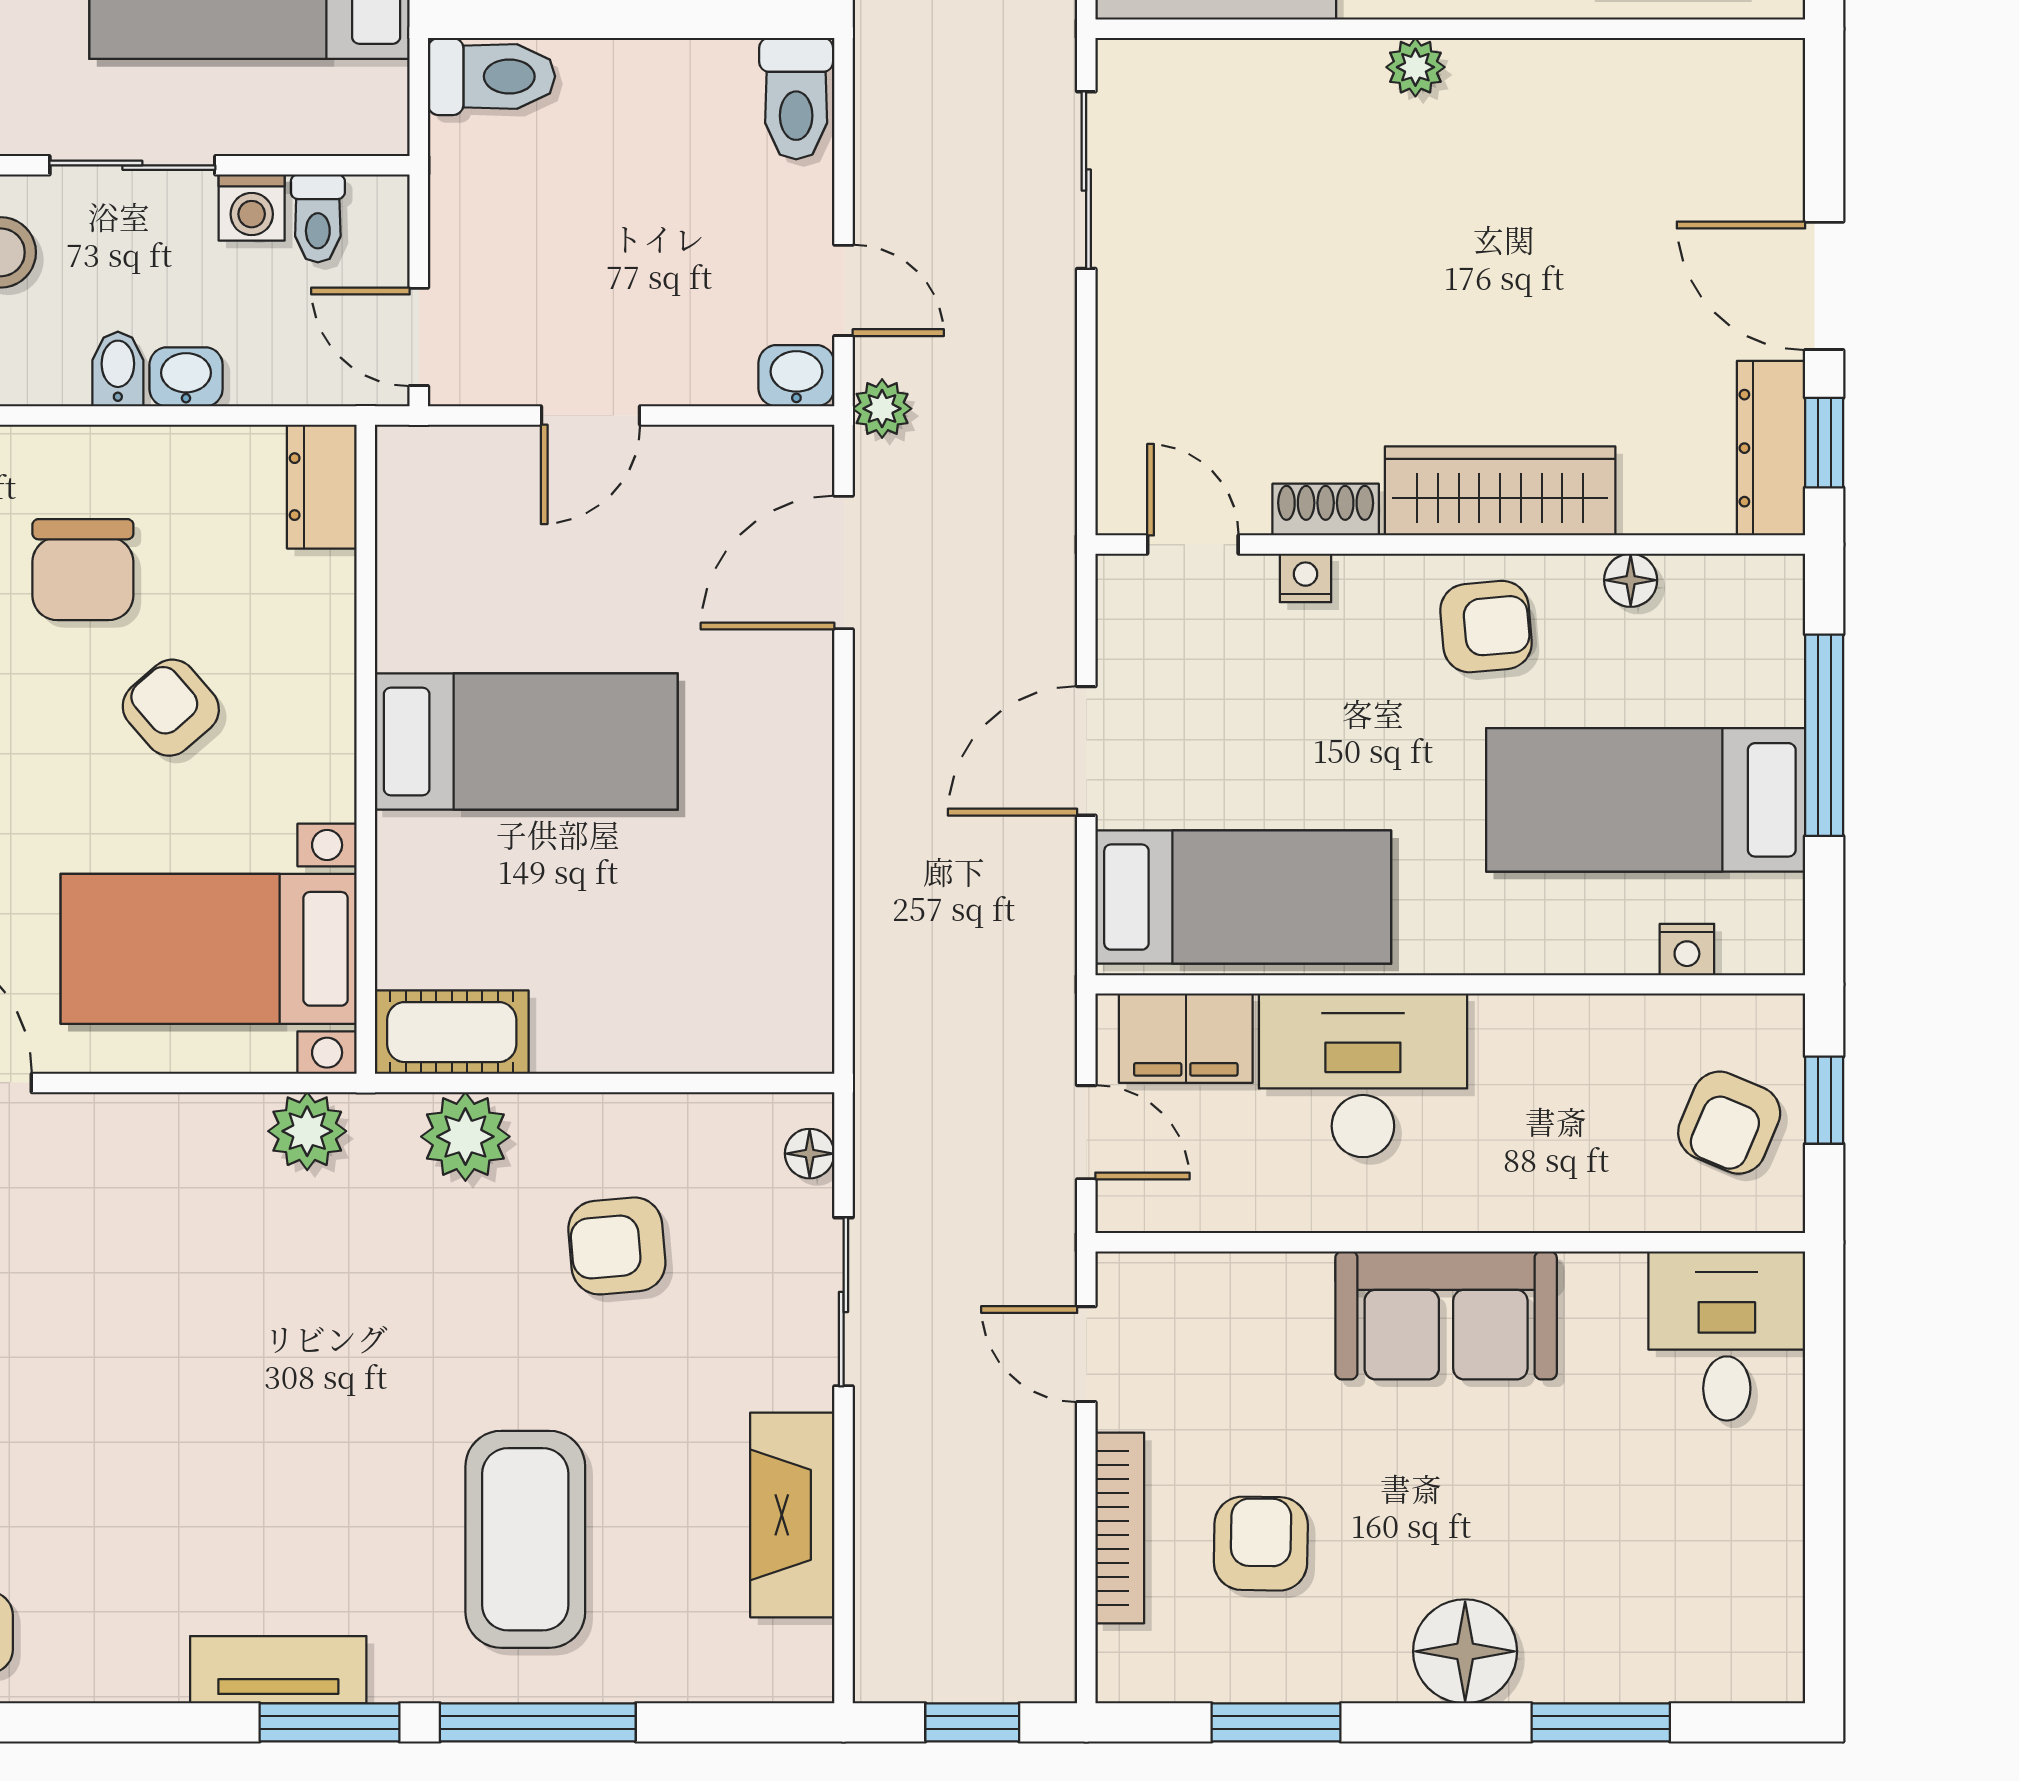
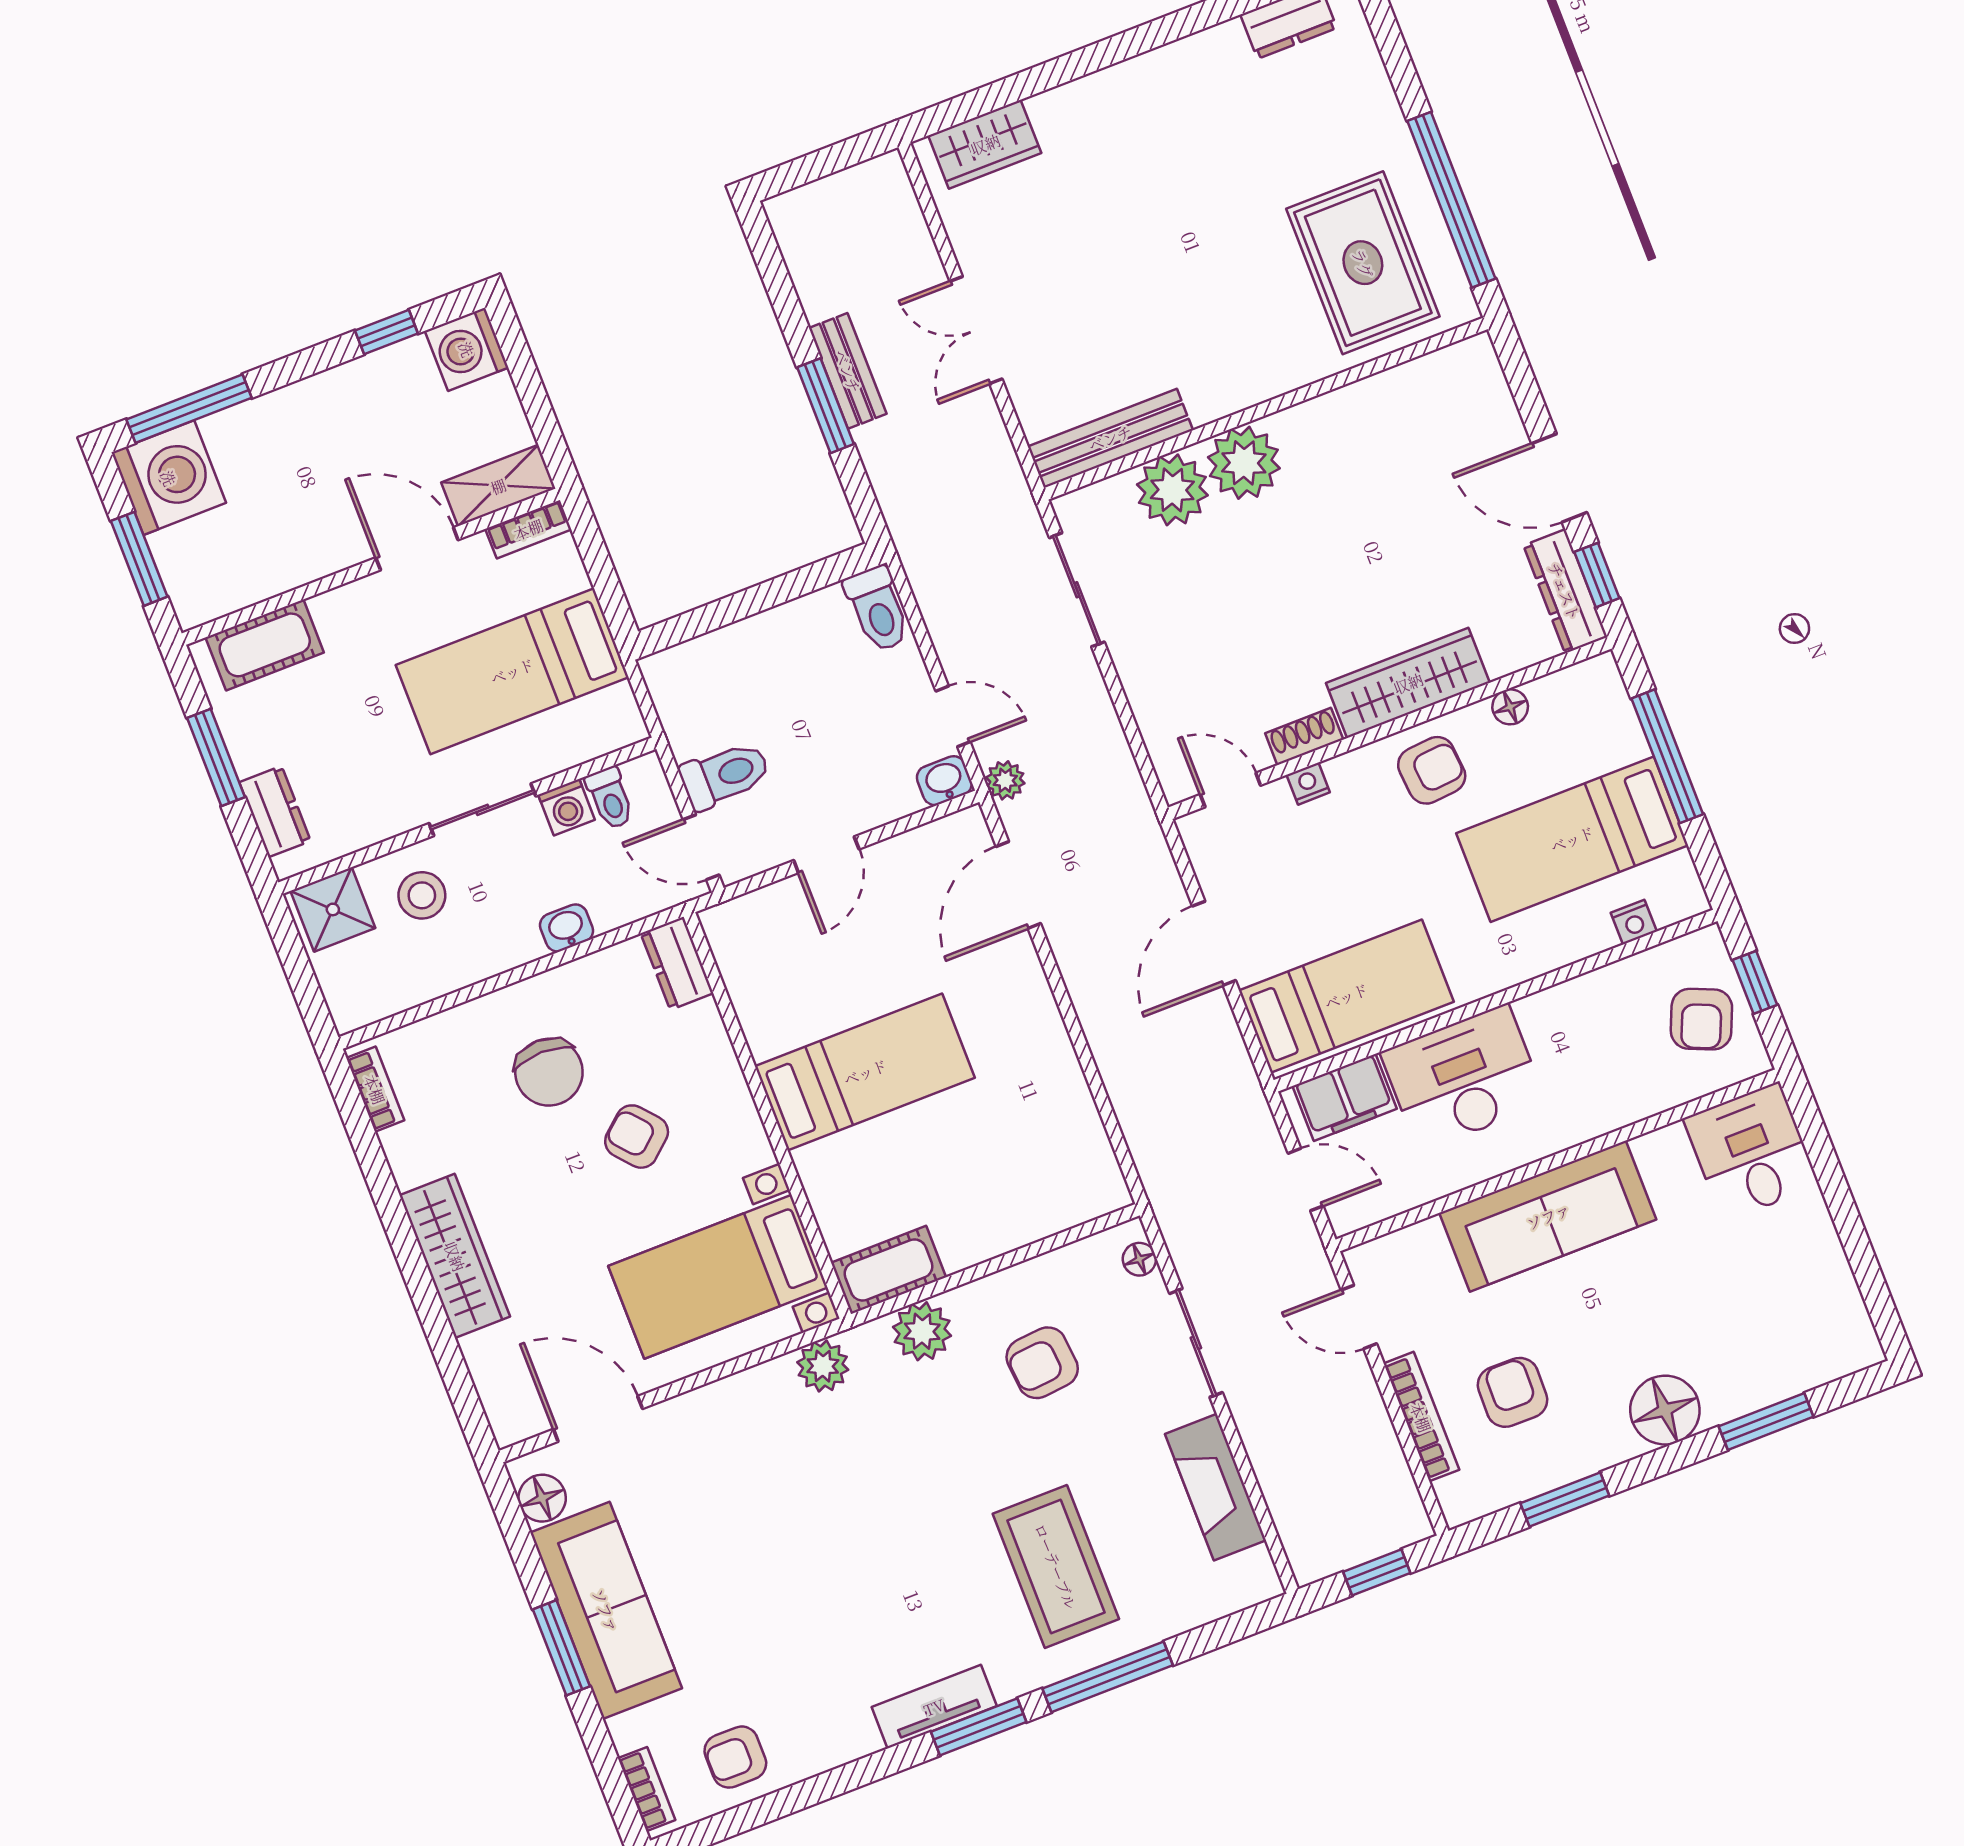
plant: (1415, 67) -> (1244, 463), width x1.88, depth x1.88
toilet: (491, 76) -> (725, 775), moved
plant: (1275, 92) -> (1172, 490), added
bidet: (118, 369) -> (522, 939), removed
sofa: (1446, 1315) -> (1548, 1216), width x1.36

